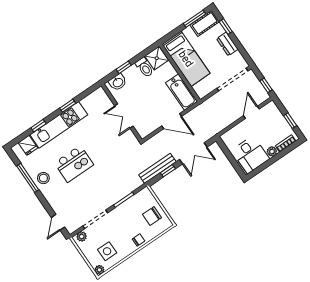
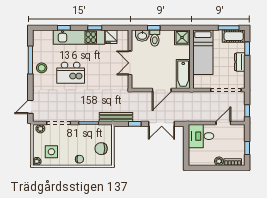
toilet: (144, 67) -> (155, 38), moved
door: (172, 121) -> (162, 90), hinge flipped
fridge: (28, 145) -> (111, 37), moved
desk: (250, 155) -> (201, 136), moved, turned 90
bench: (157, 168) -> (116, 117), moved

